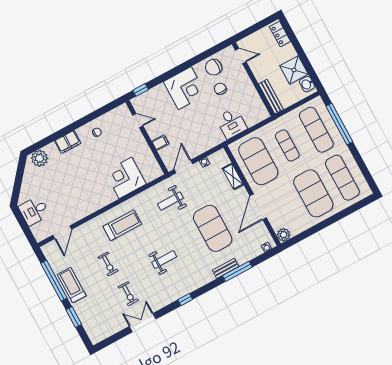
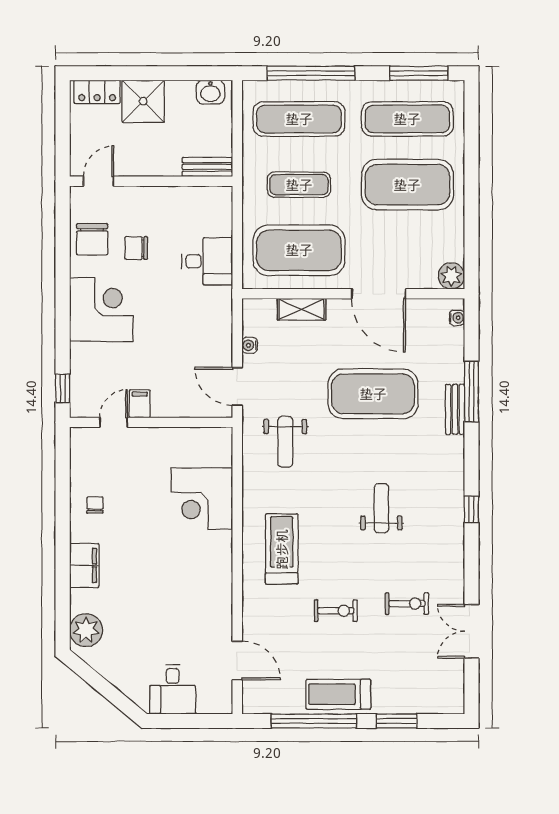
shower: (294, 70) -> (143, 101), moved
bench: (271, 97) -> (207, 167), width x0.73
filing cabinet: (160, 143) -> (140, 404), moved
window: (365, 172) -> (419, 73), added
double door: (143, 323) -> (471, 631), moved

